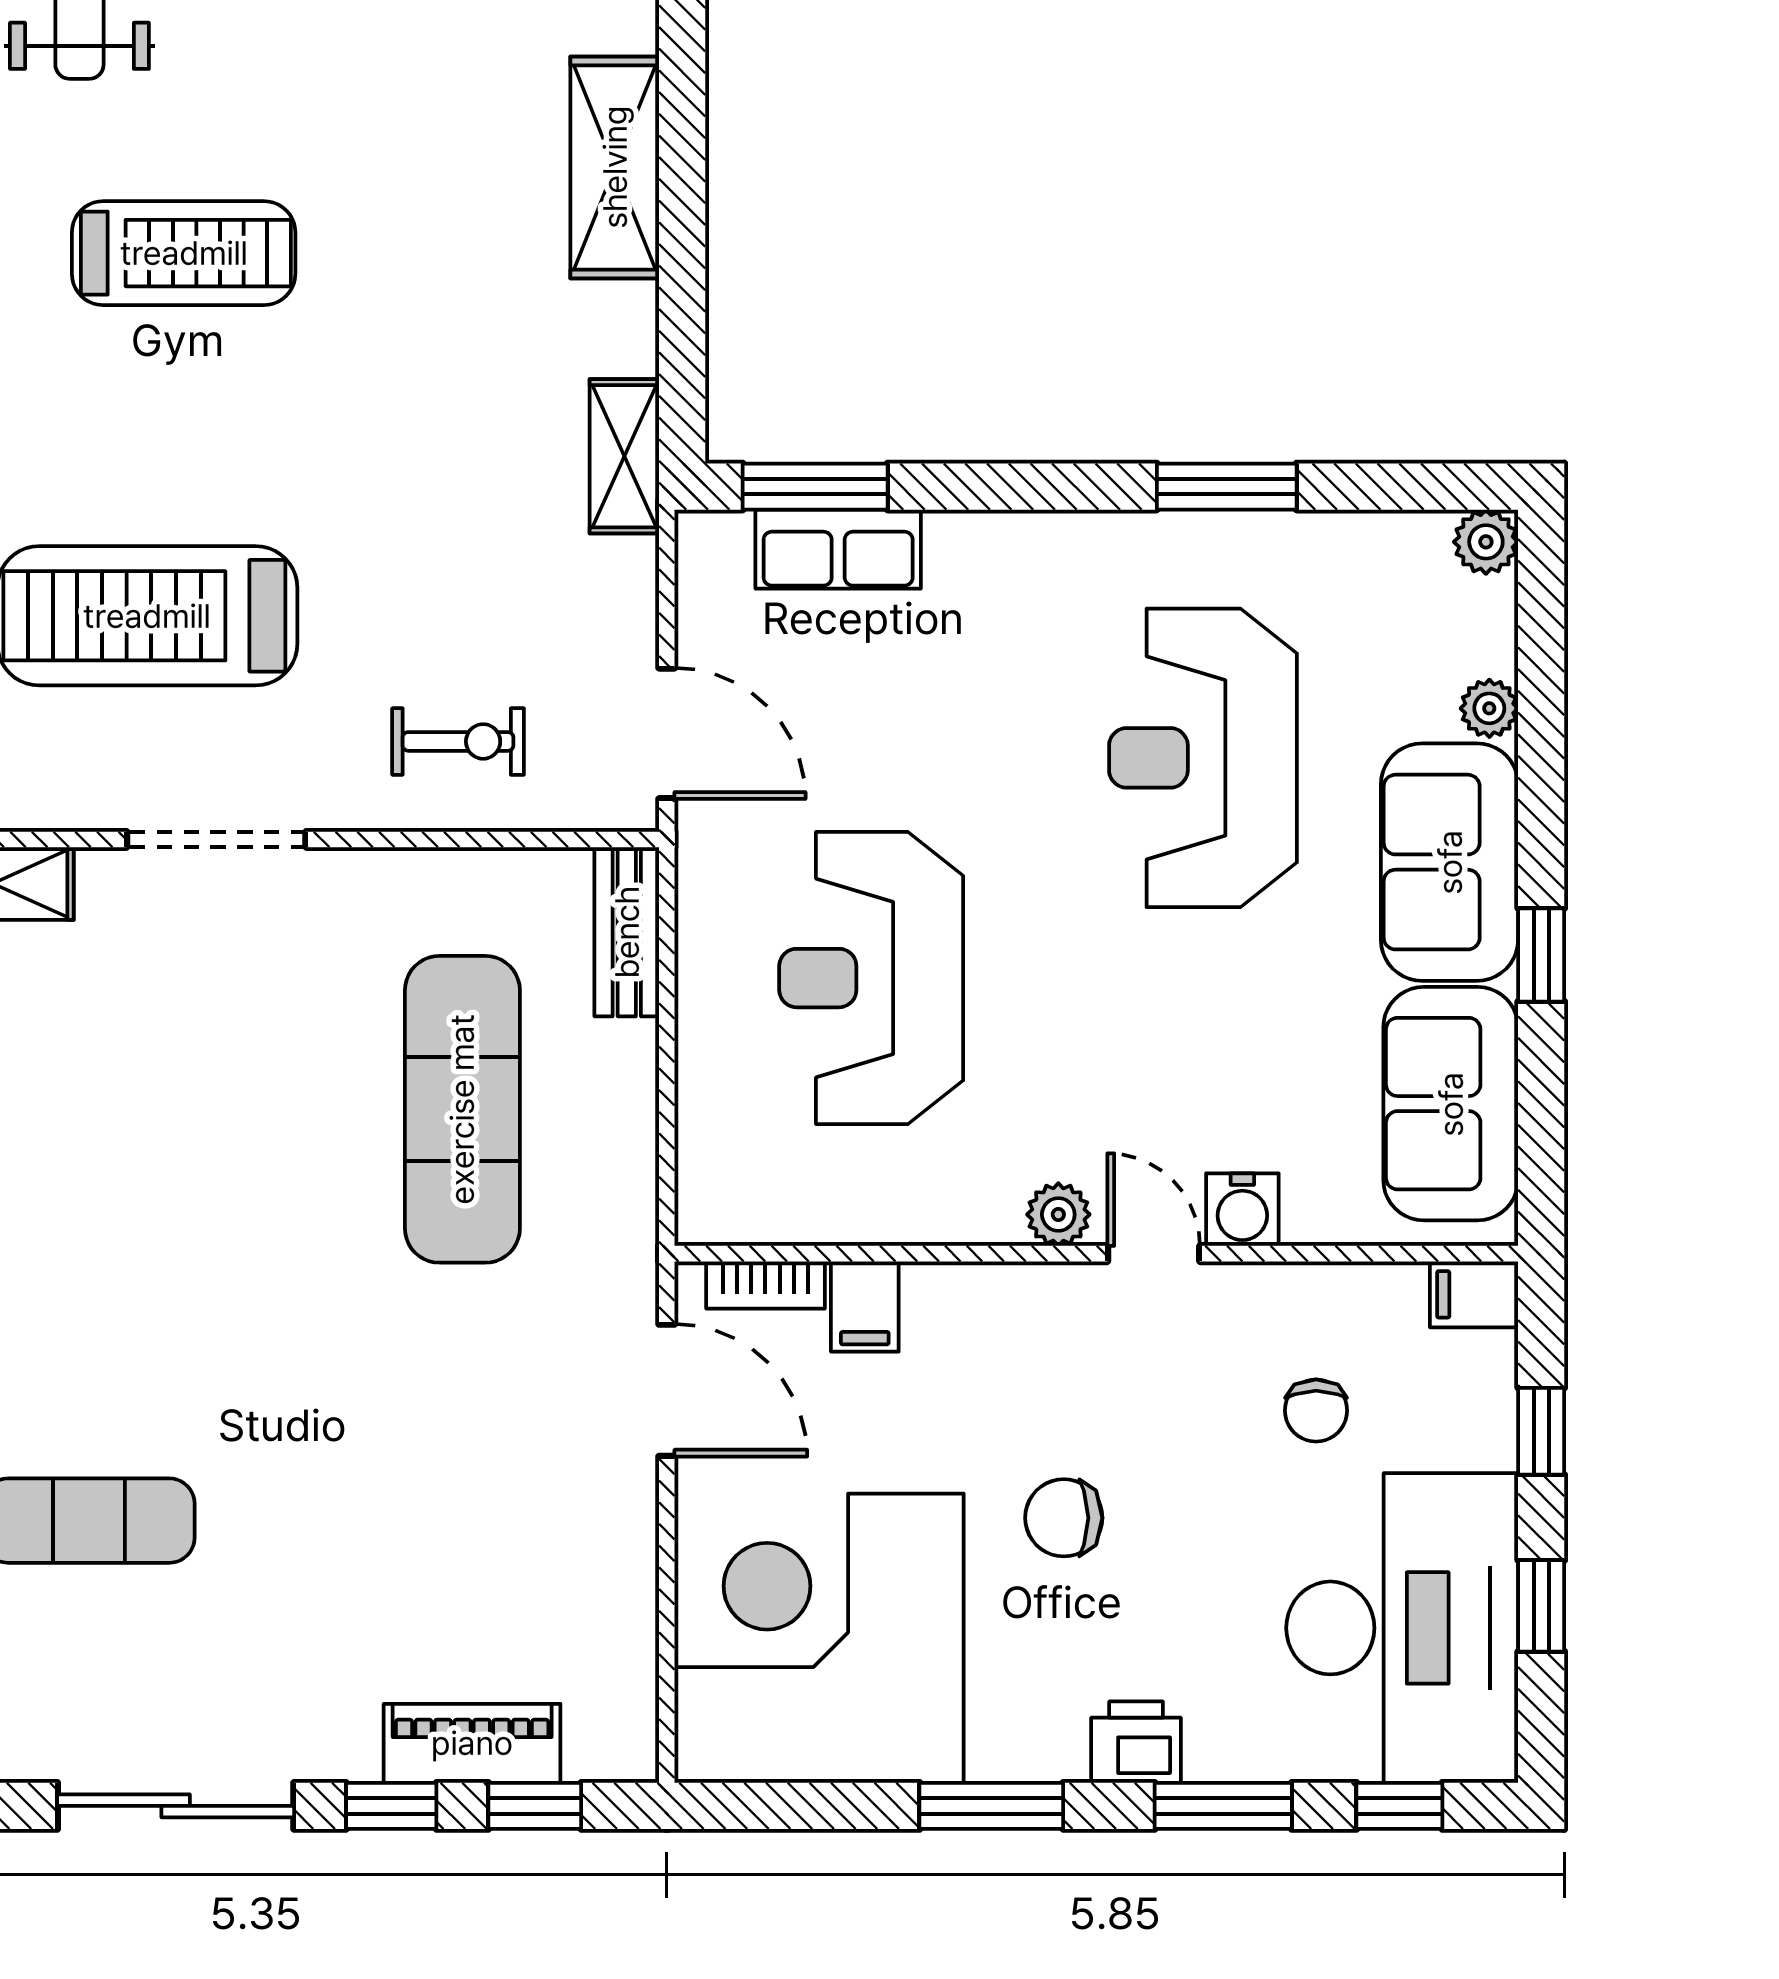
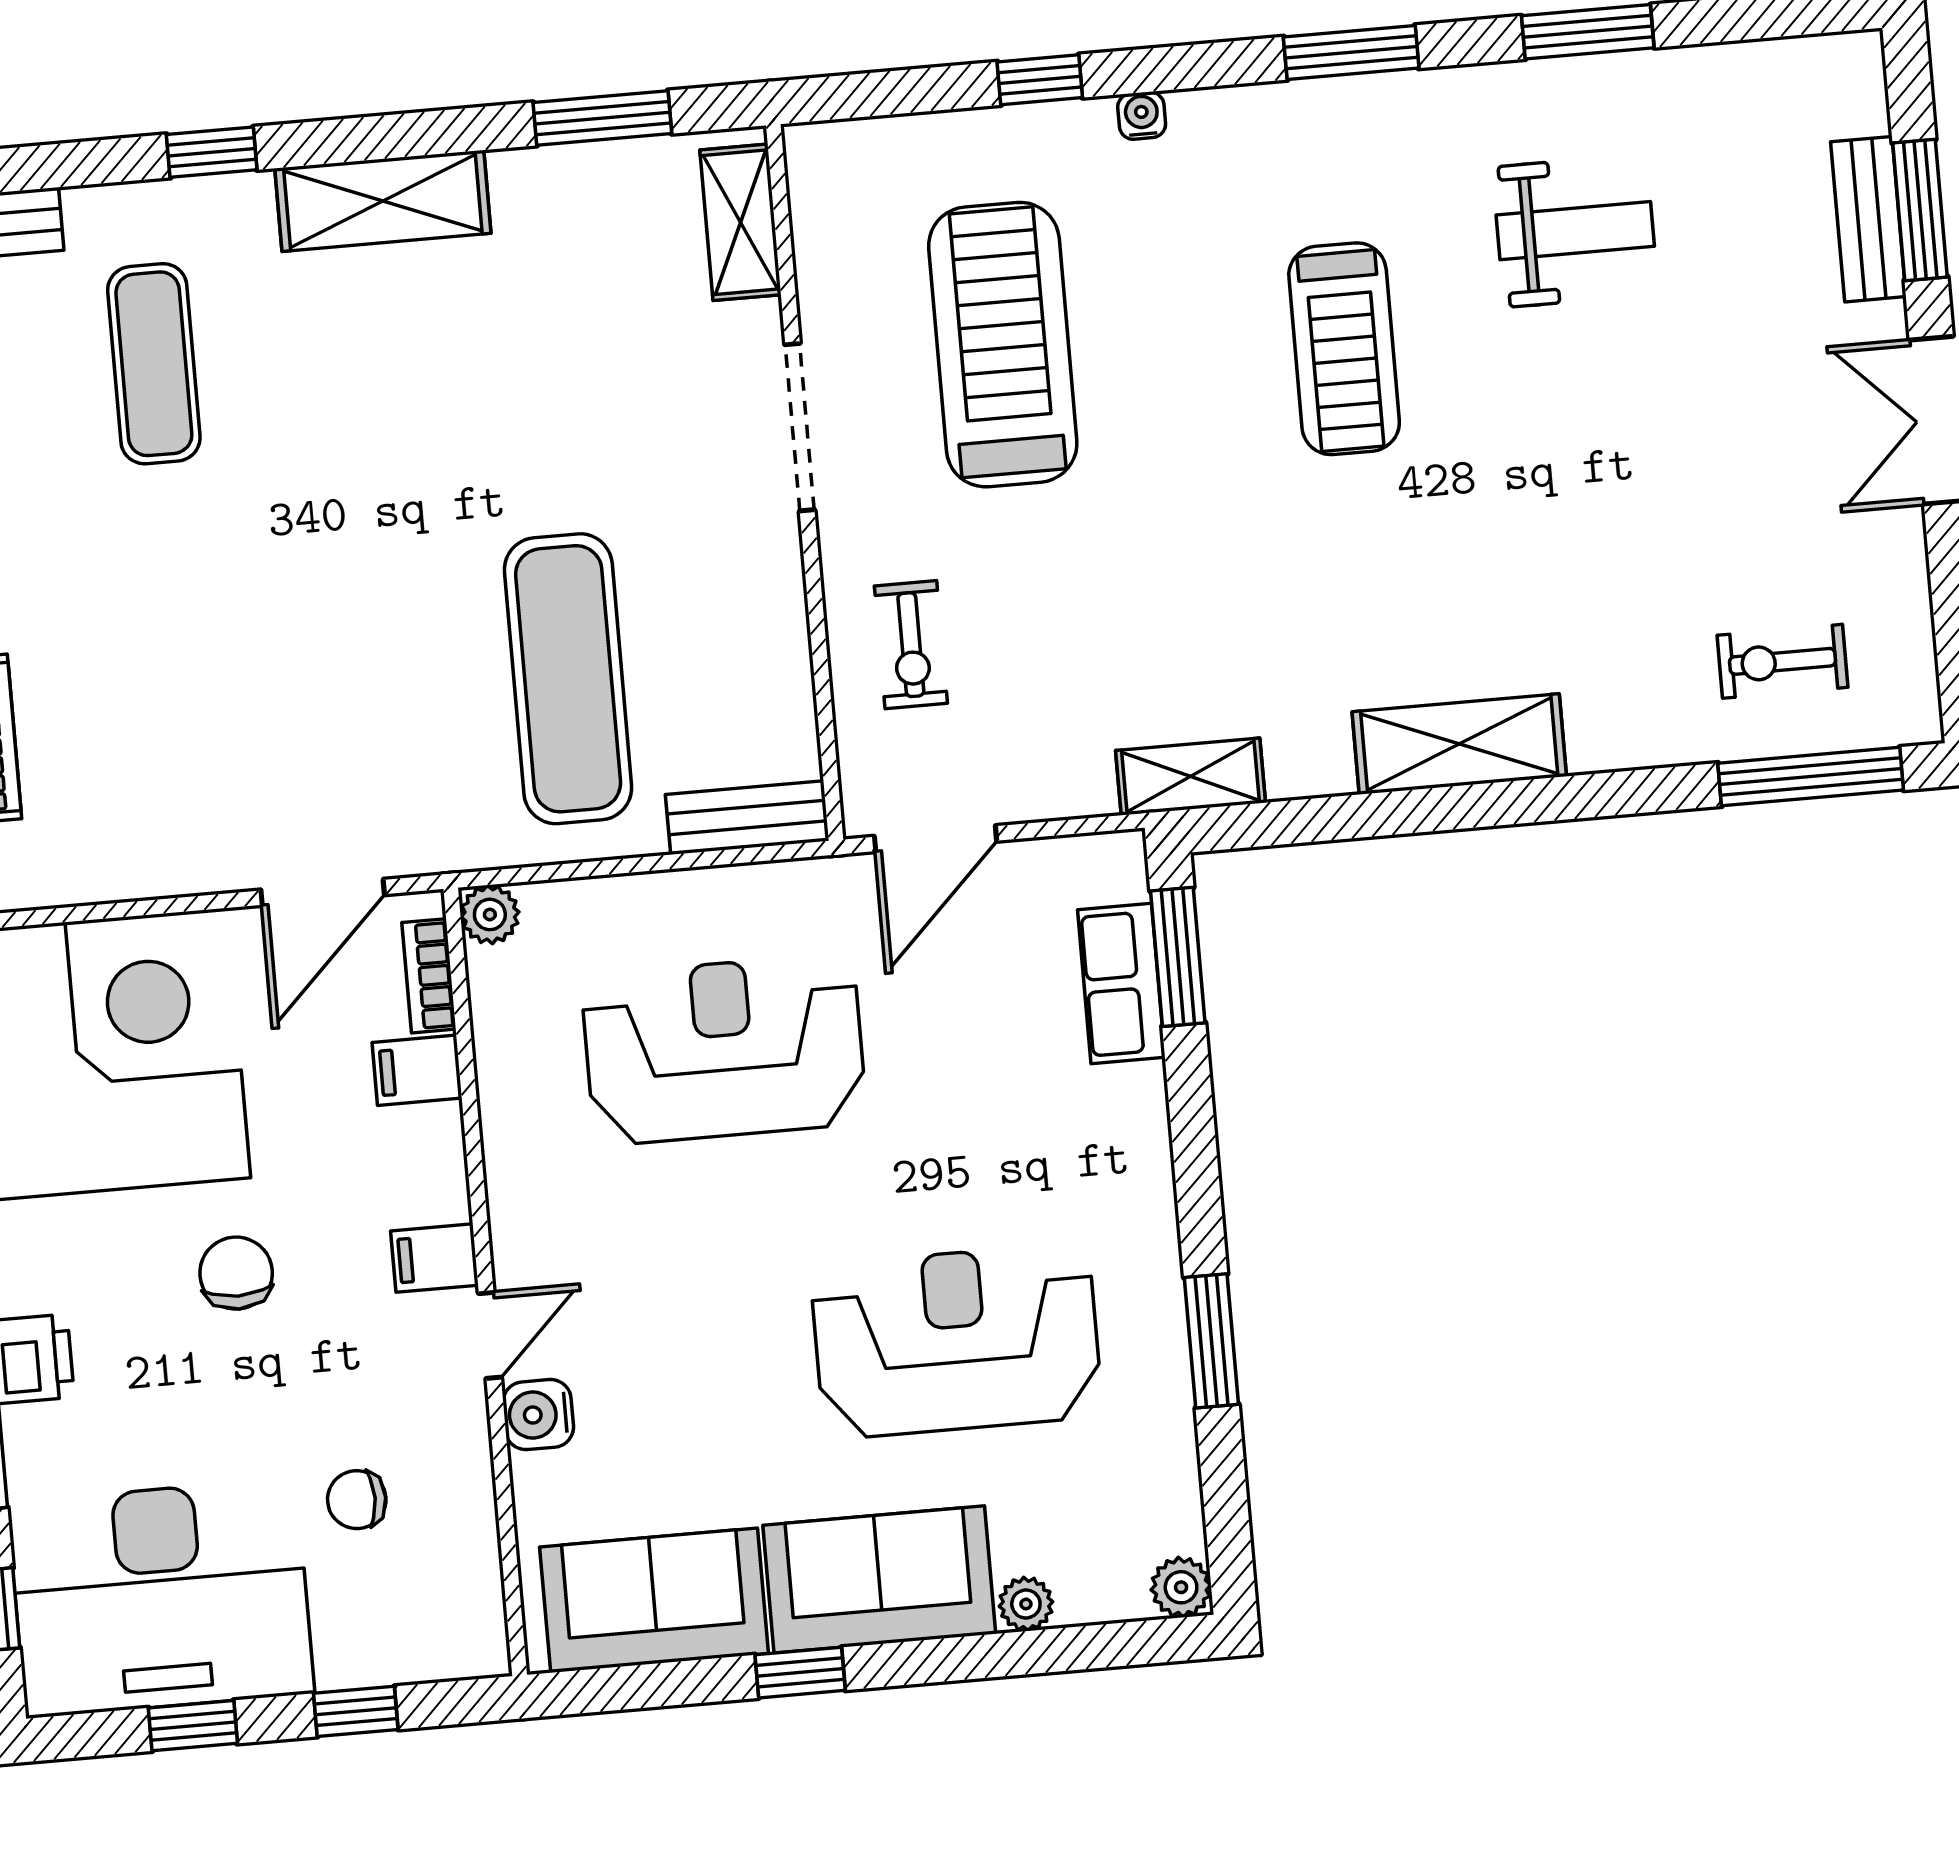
exercise mat: (462, 1109) -> (568, 679), turned 90
plant: (1058, 1214) -> (490, 914), moved
filing cabinet: (1474, 1294) -> (434, 1258), moved, turned -90

